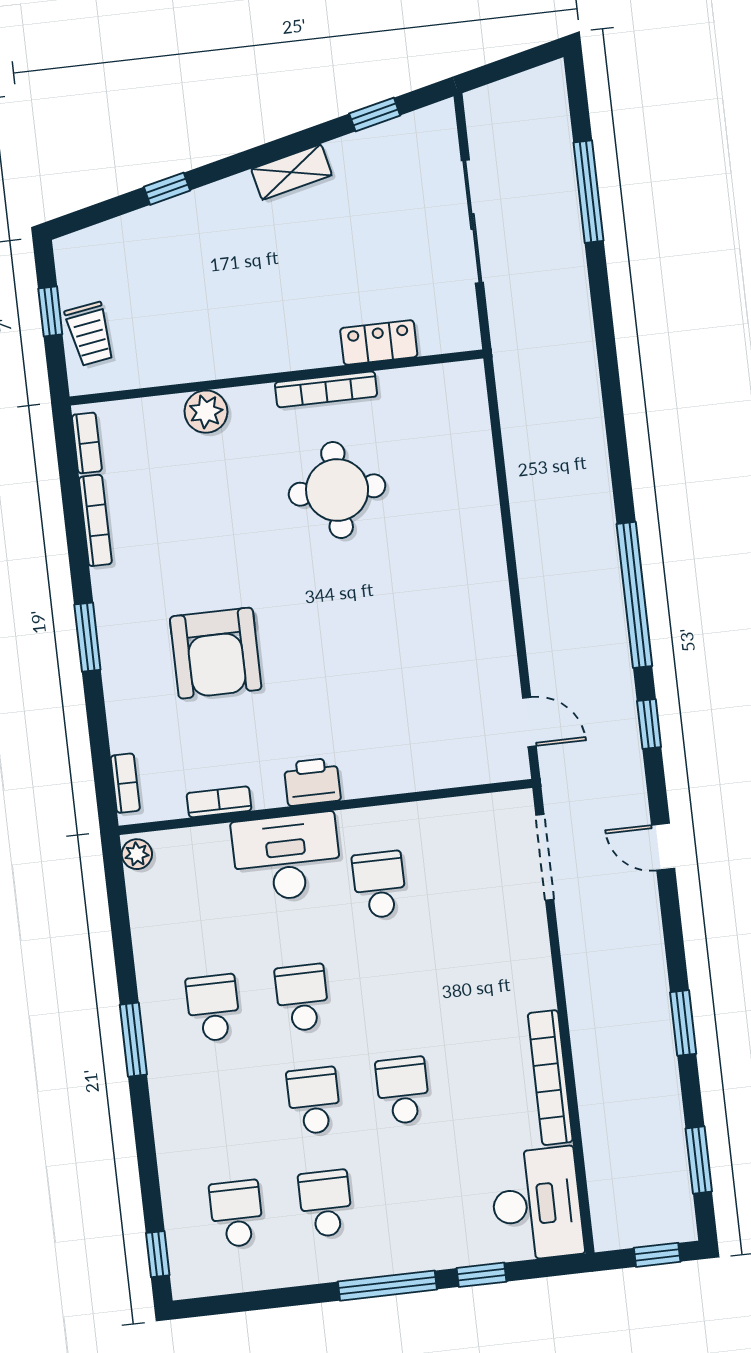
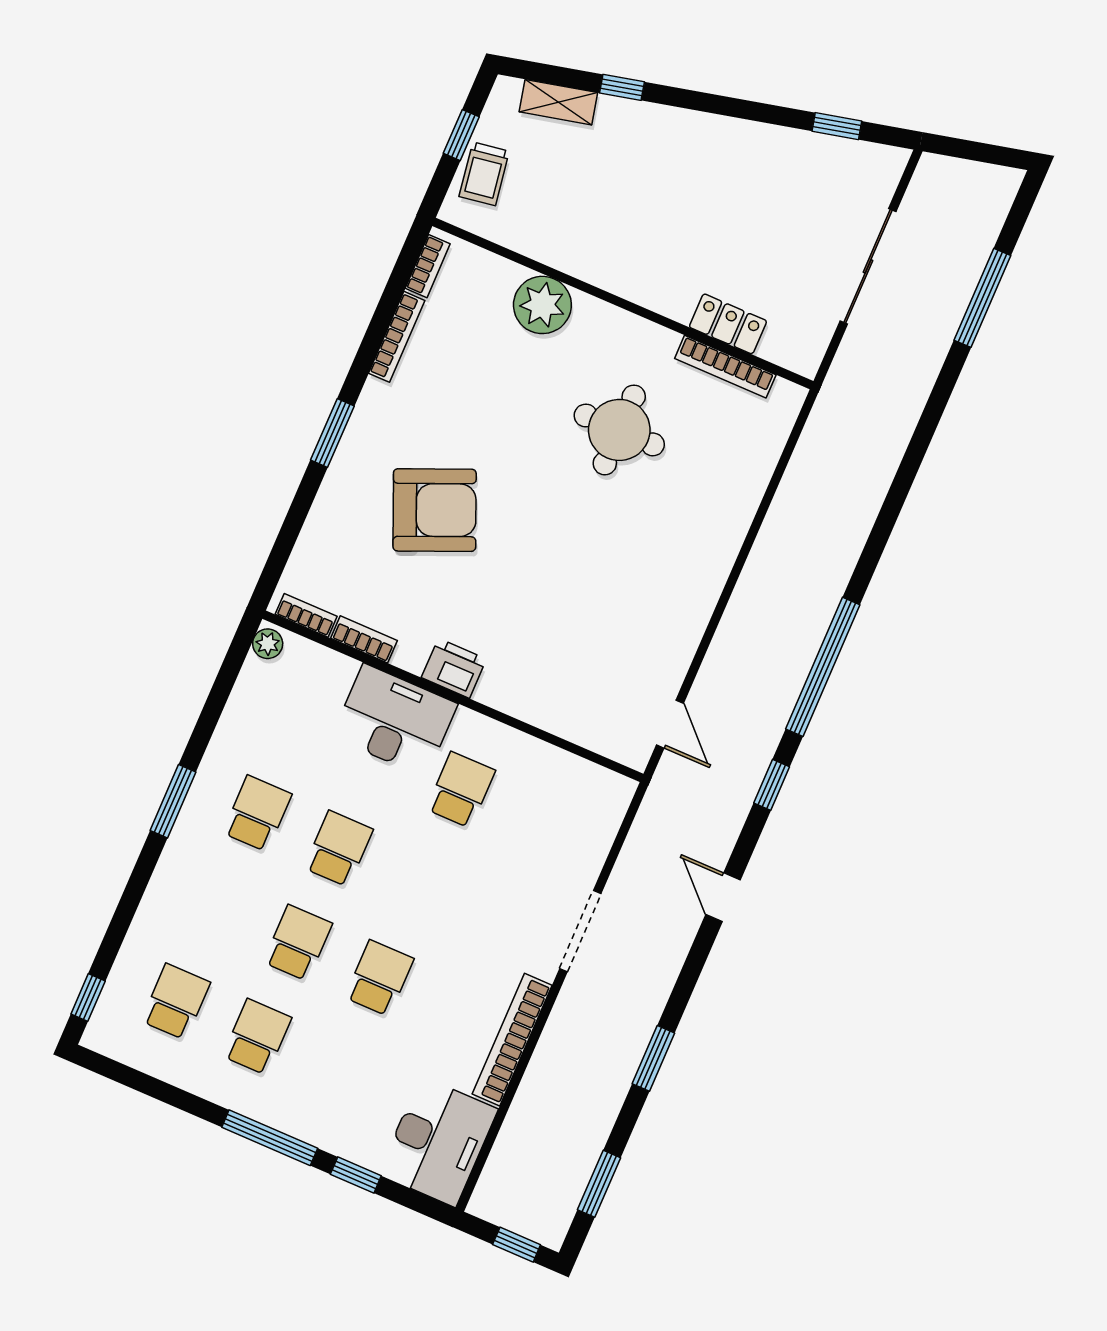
shelving: (292, 172) -> (558, 102), moved
bookcase: (326, 389) -> (725, 367), moved
plant: (206, 412) -> (542, 305), width x1.36, depth x1.36
armchair: (216, 653) -> (435, 510), turned -113
bookcase: (125, 783) -> (306, 615), moved, turned -90
doorway: (545, 857) -> (580, 931), moved

